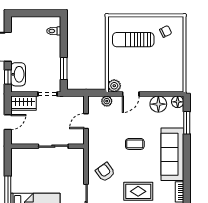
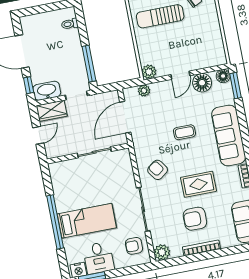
window: (64, 69) -> (89, 64), width x1.44
washbasin: (18, 74) -> (47, 91), moved, turned -90
door: (131, 94) -> (180, 75), moved
door: (86, 121) -> (125, 117), width x1.88
window: (187, 123) -> (235, 86), moved

